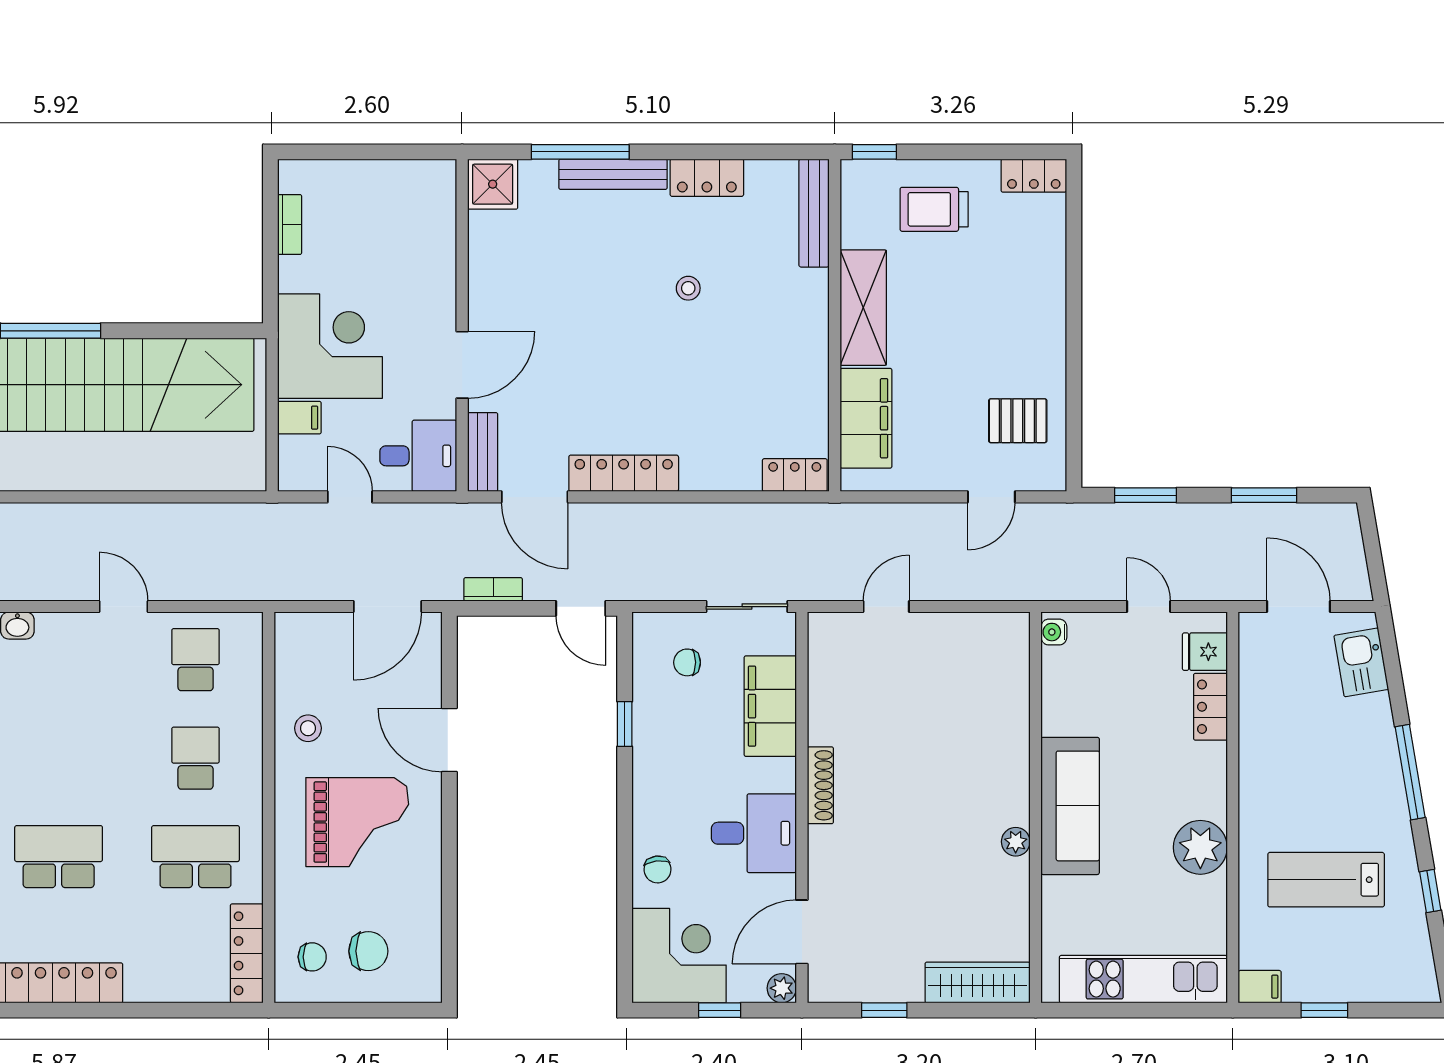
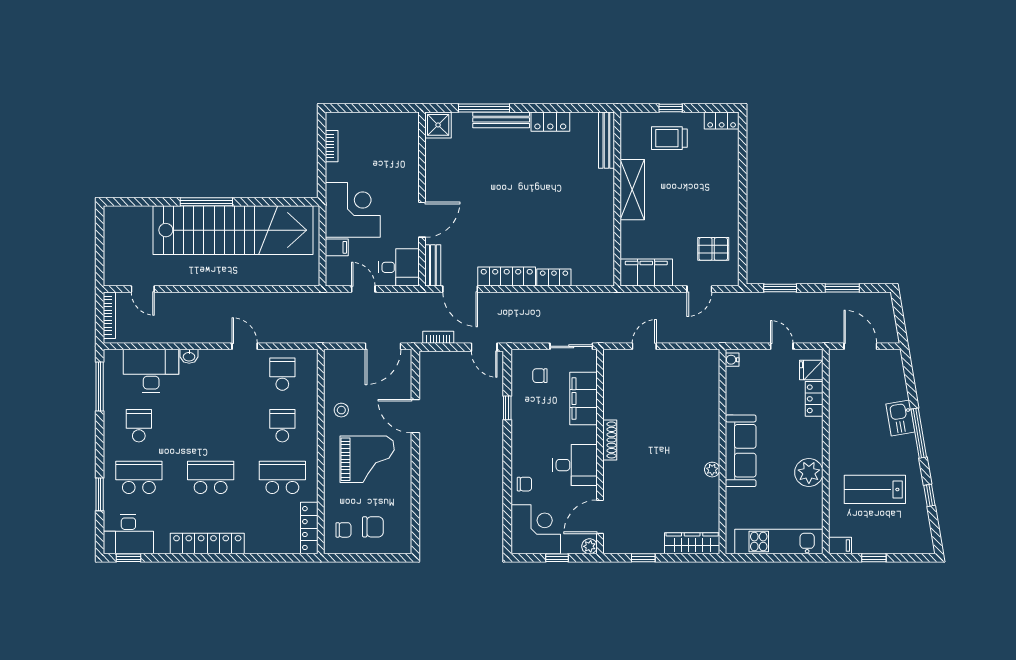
window: (874, 152) -> (671, 108), moved
stool: (688, 288) -> (541, 180), removed
filing cabinet: (866, 418) -> (646, 272), moved, turned -90
locker: (795, 475) -> (554, 277), moved
kitchen sink: (1361, 662) -> (900, 418), moved
chair: (658, 869) -> (524, 484), turned -83

